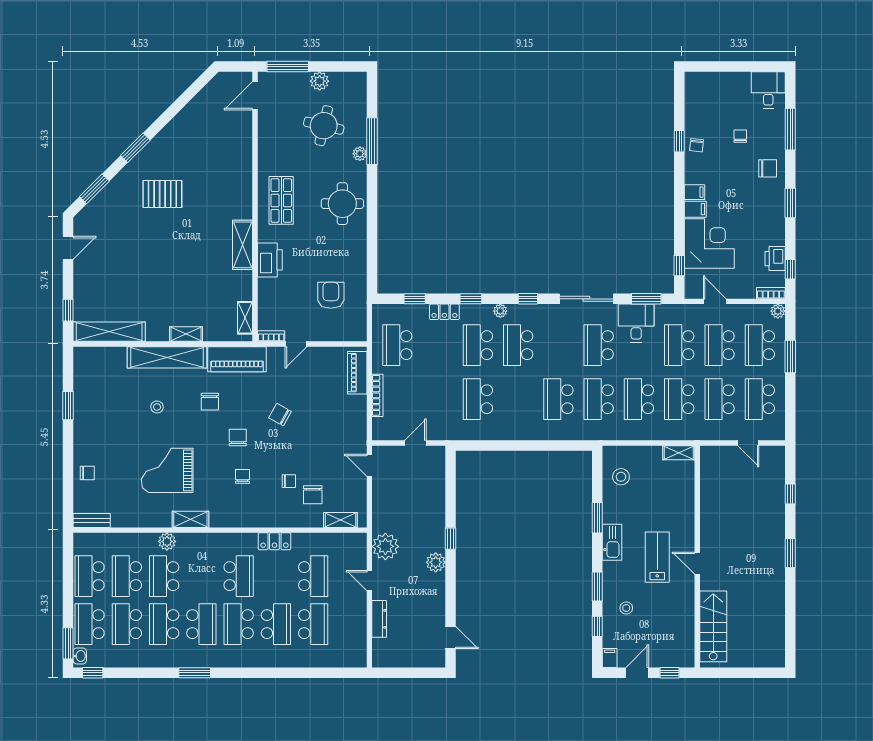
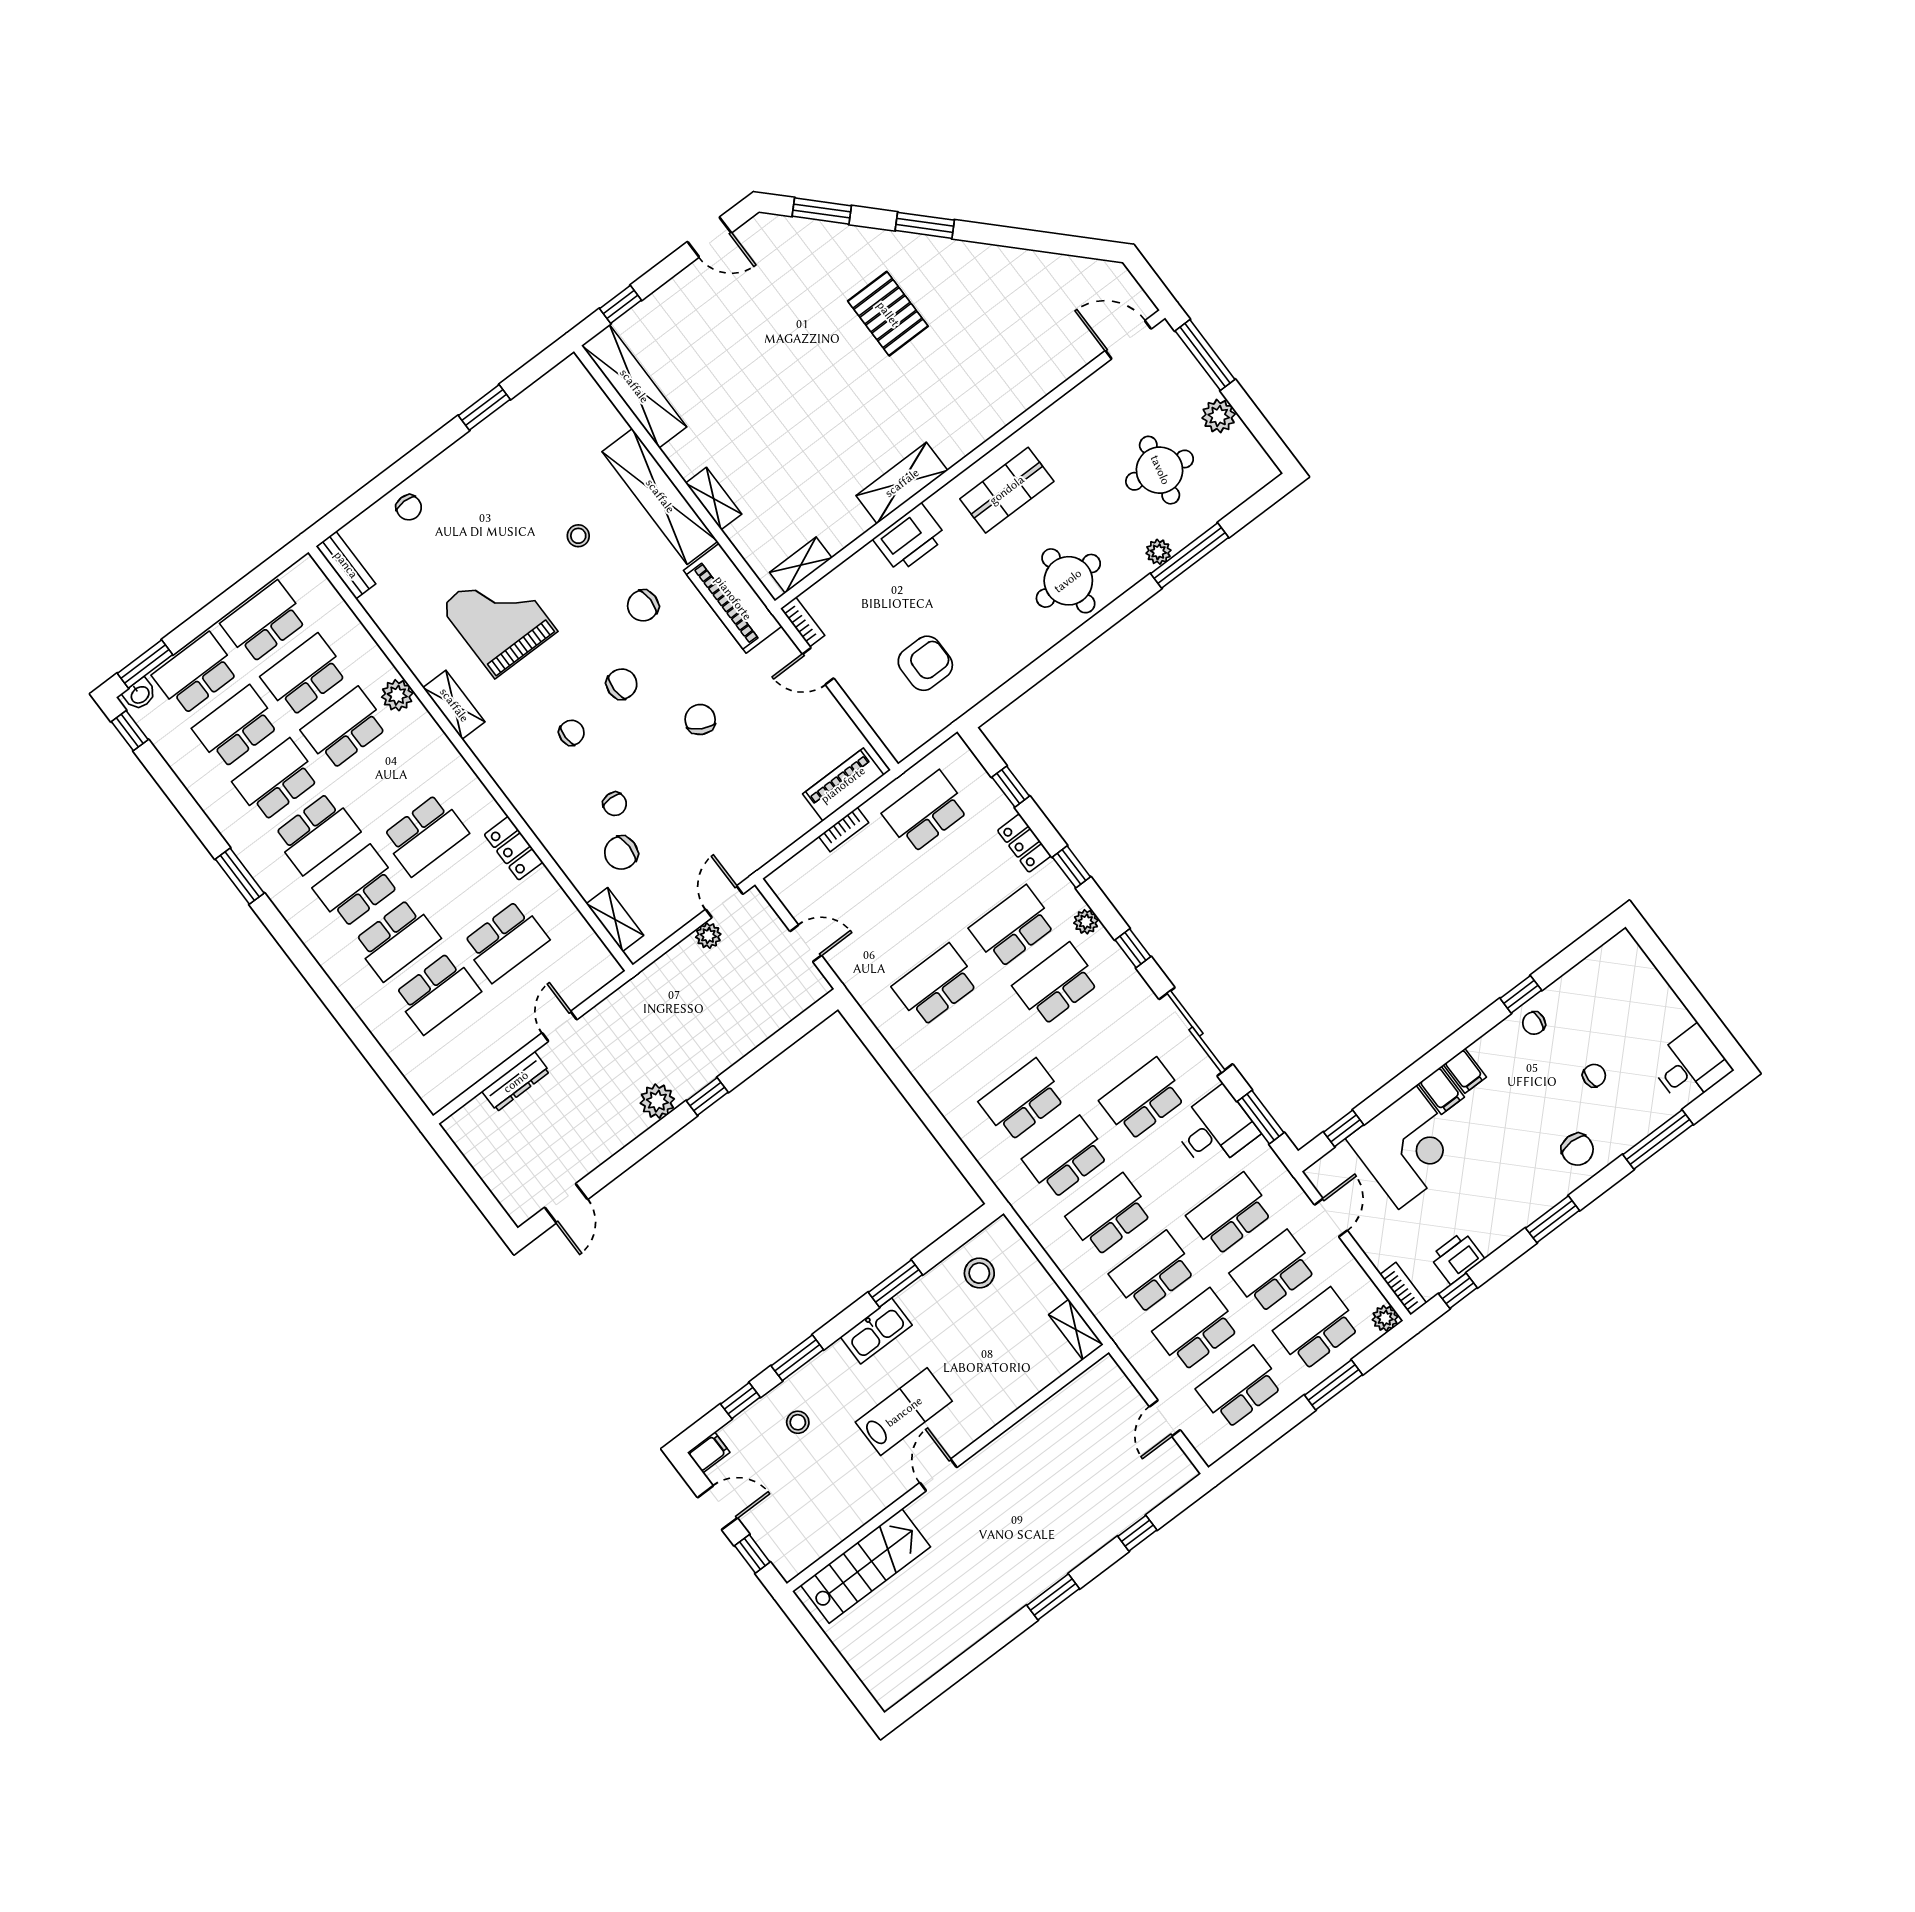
bookcase: (377, 395) -> (844, 829), width x0.64
plant: (385, 546) -> (708, 936), moved, width x0.53, depth x0.53

